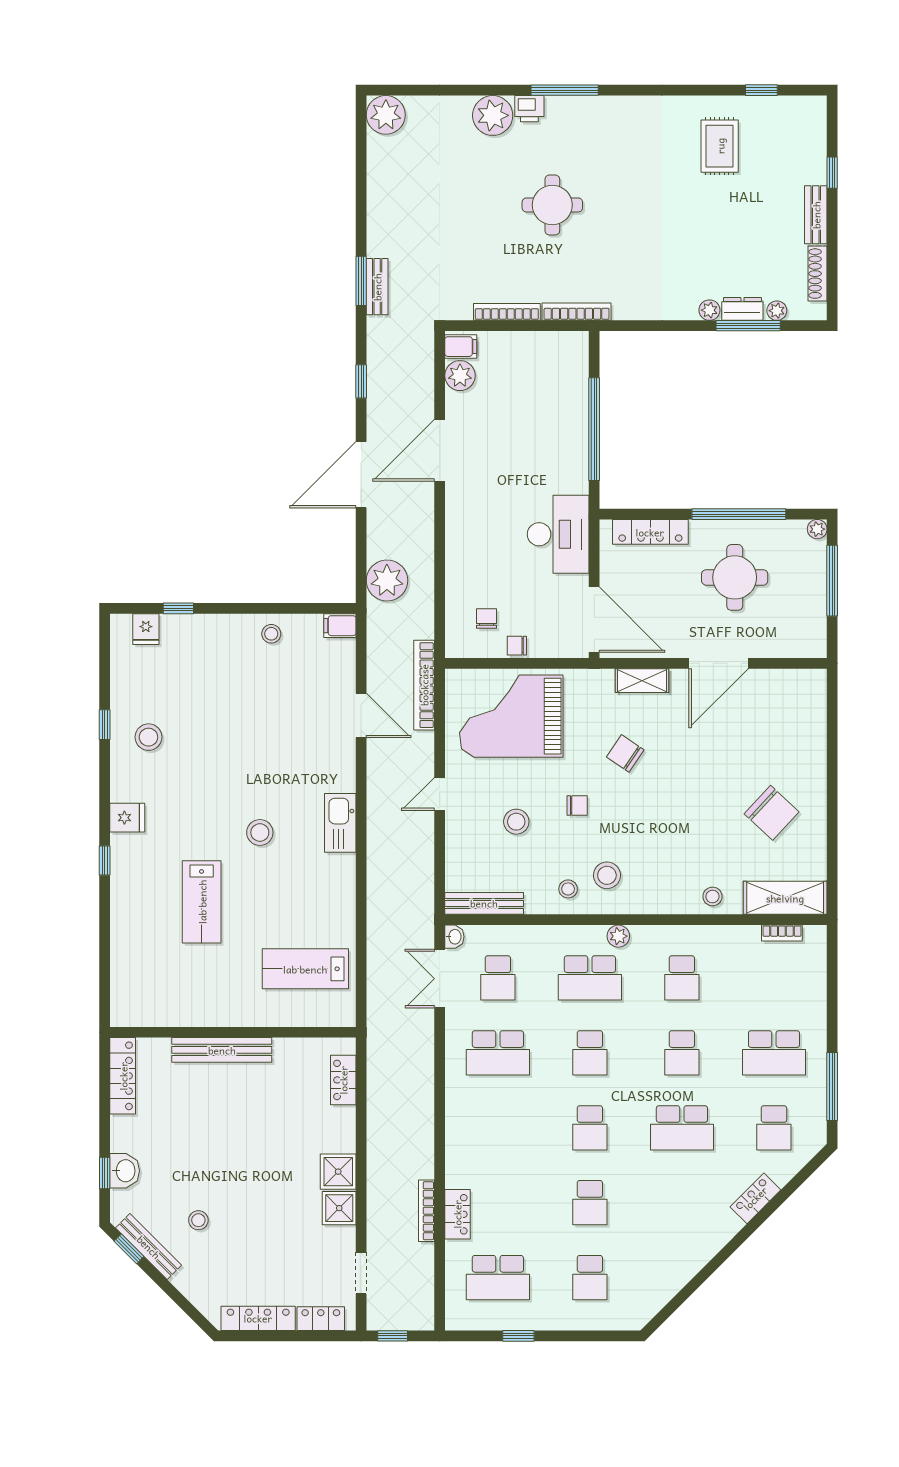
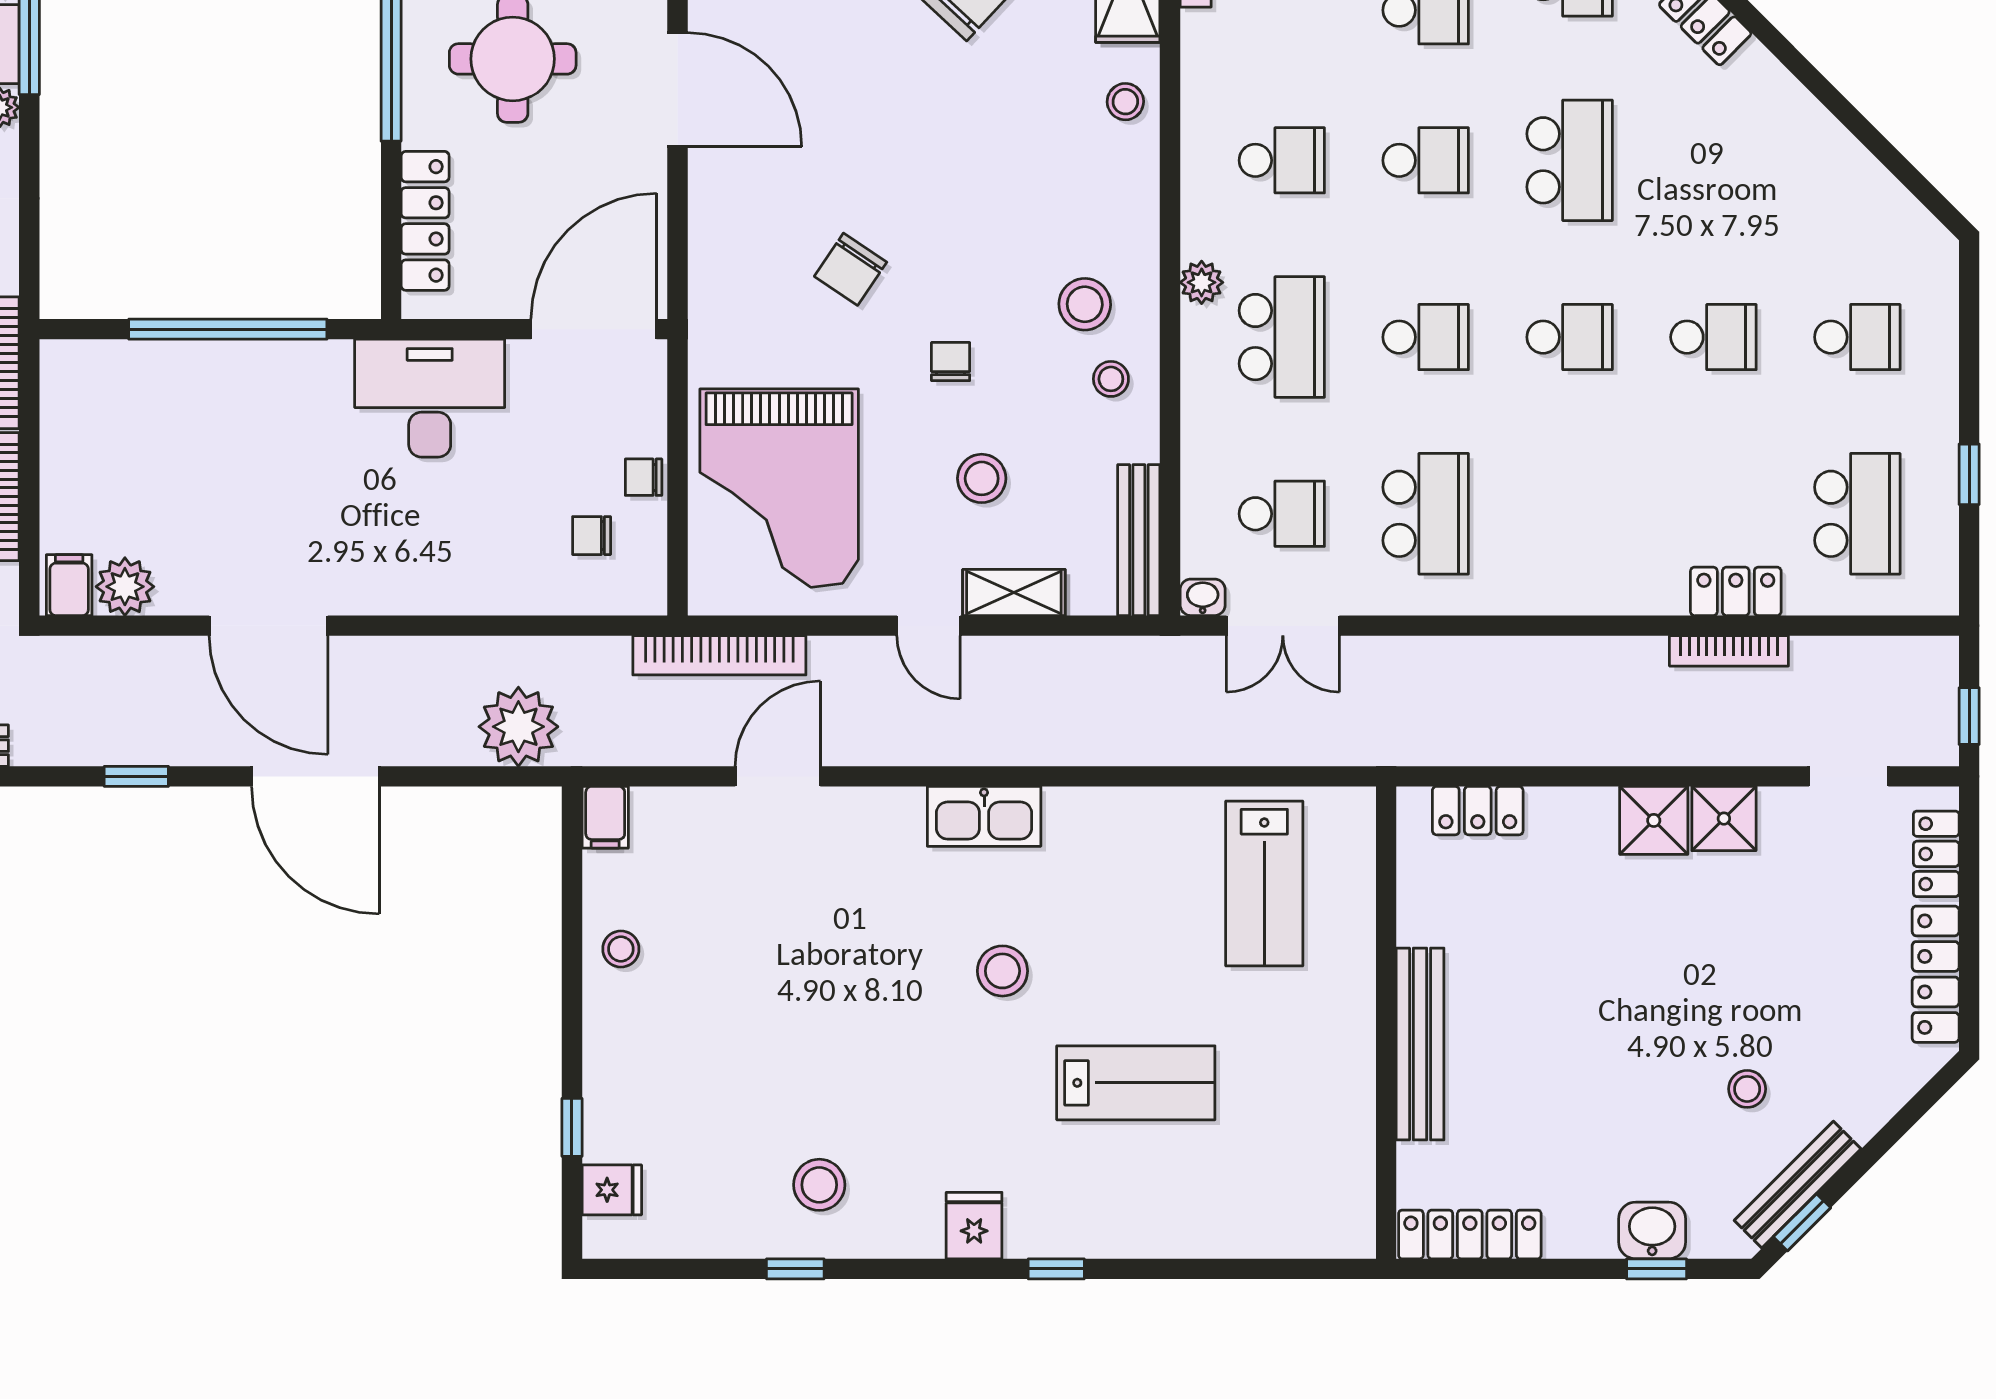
chair: (517, 646) -> (644, 477), turned 90
shelving: (642, 681) -> (1014, 592), moved, turned 90

